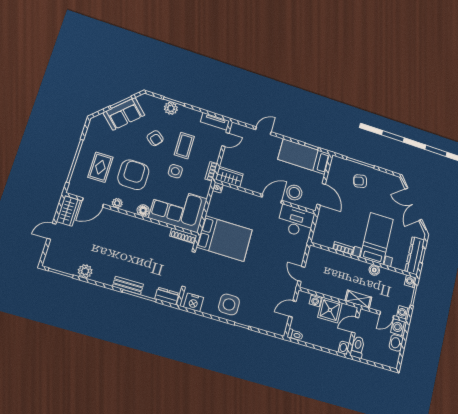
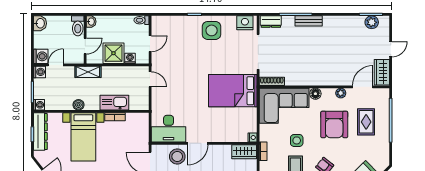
kitchen sink: (341, 262) -> (114, 103), added
plant: (85, 271) -> (372, 22), moved
washbasin: (396, 343) -> (40, 23), moved

